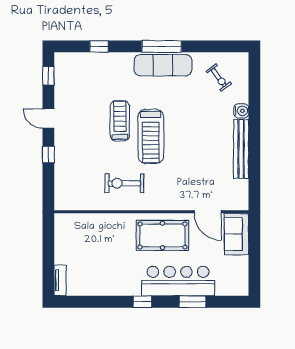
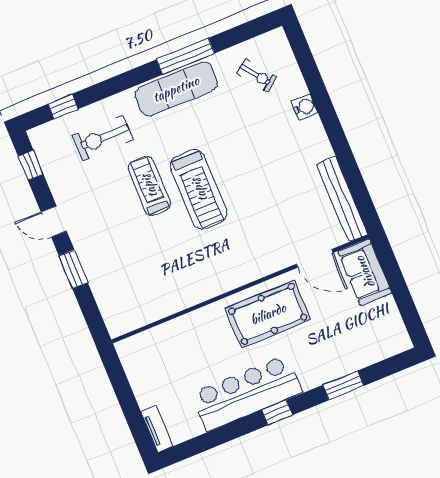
window: (99, 46) -> (63, 107), moved
window: (162, 46) -> (186, 56), moved
bench: (241, 149) -> (342, 199), moved
window: (48, 155) -> (73, 269), width x1.50
exercise bike: (124, 183) -> (103, 138), moved
bar counter: (178, 281) -> (247, 393), moved

